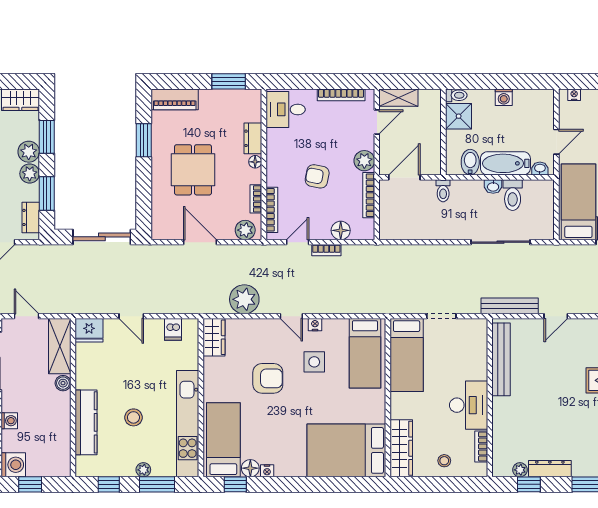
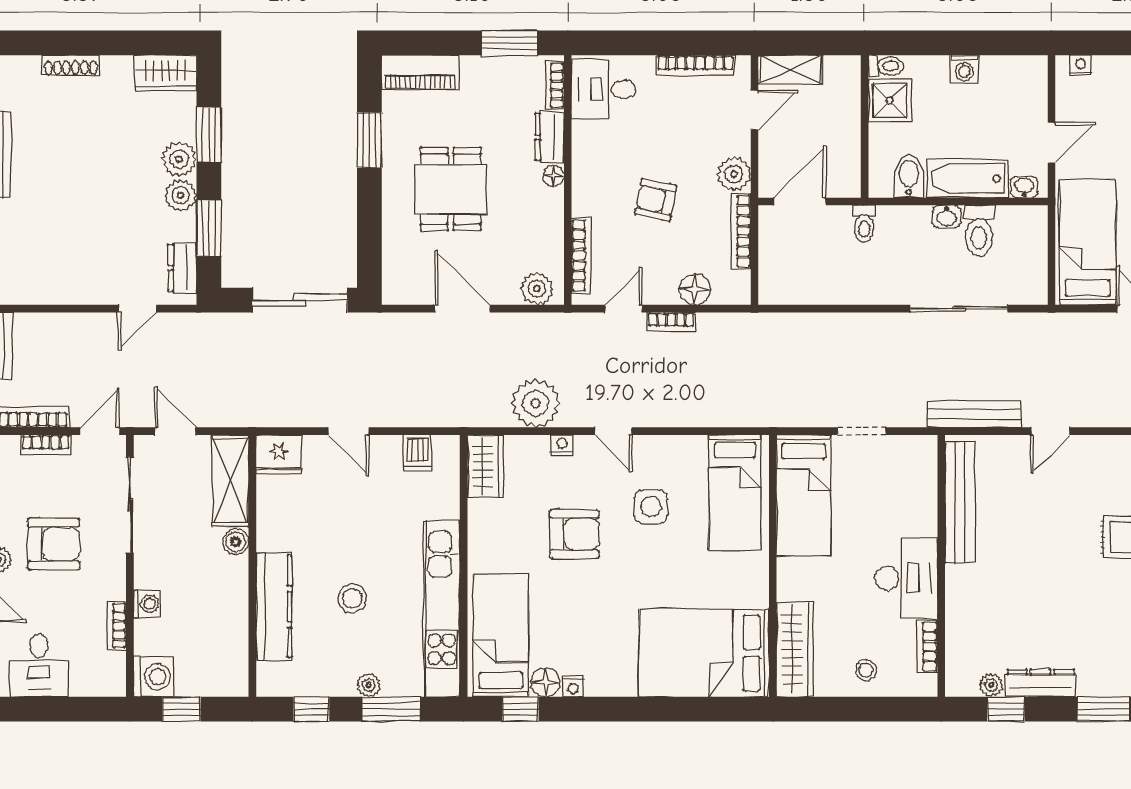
bookcase: (256, 199) -> (555, 85), moved
nightstand: (315, 325) -> (562, 445), moved

